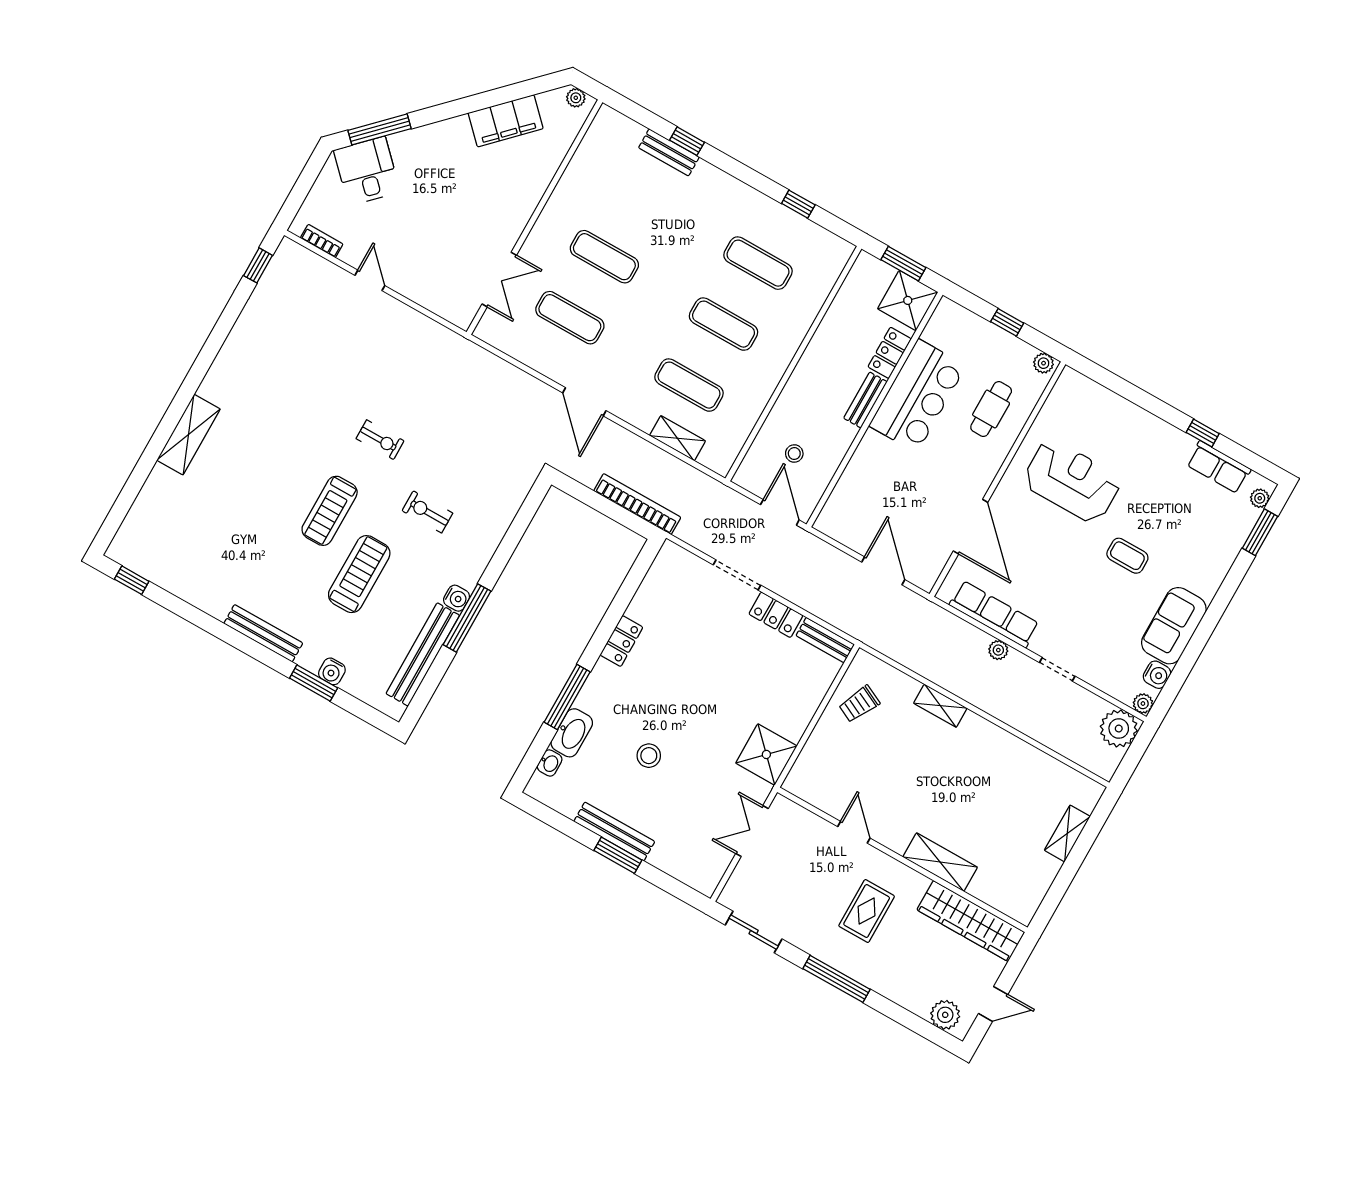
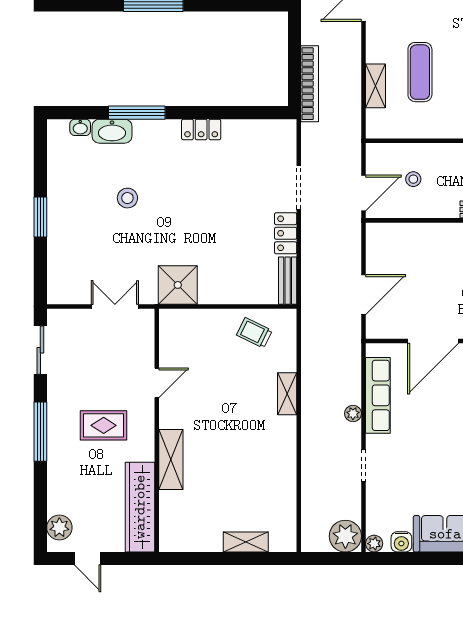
bench: (614, 832) -> (56, 204), removed

